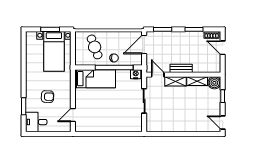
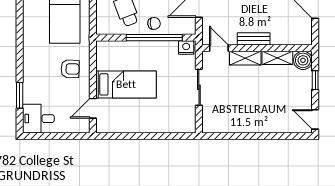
bed: (95, 79) -> (126, 84), moved
armchair: (48, 97) -> (70, 69), moved

